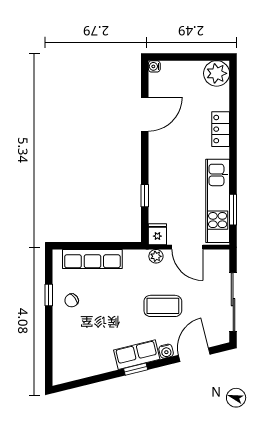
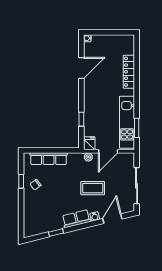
plant: (217, 73) -> (126, 43), removed
locker: (221, 129) -> (129, 72), width x1.53
door: (187, 247) -> (108, 151), hinge flipped
window: (136, 369) -> (56, 233), moved

